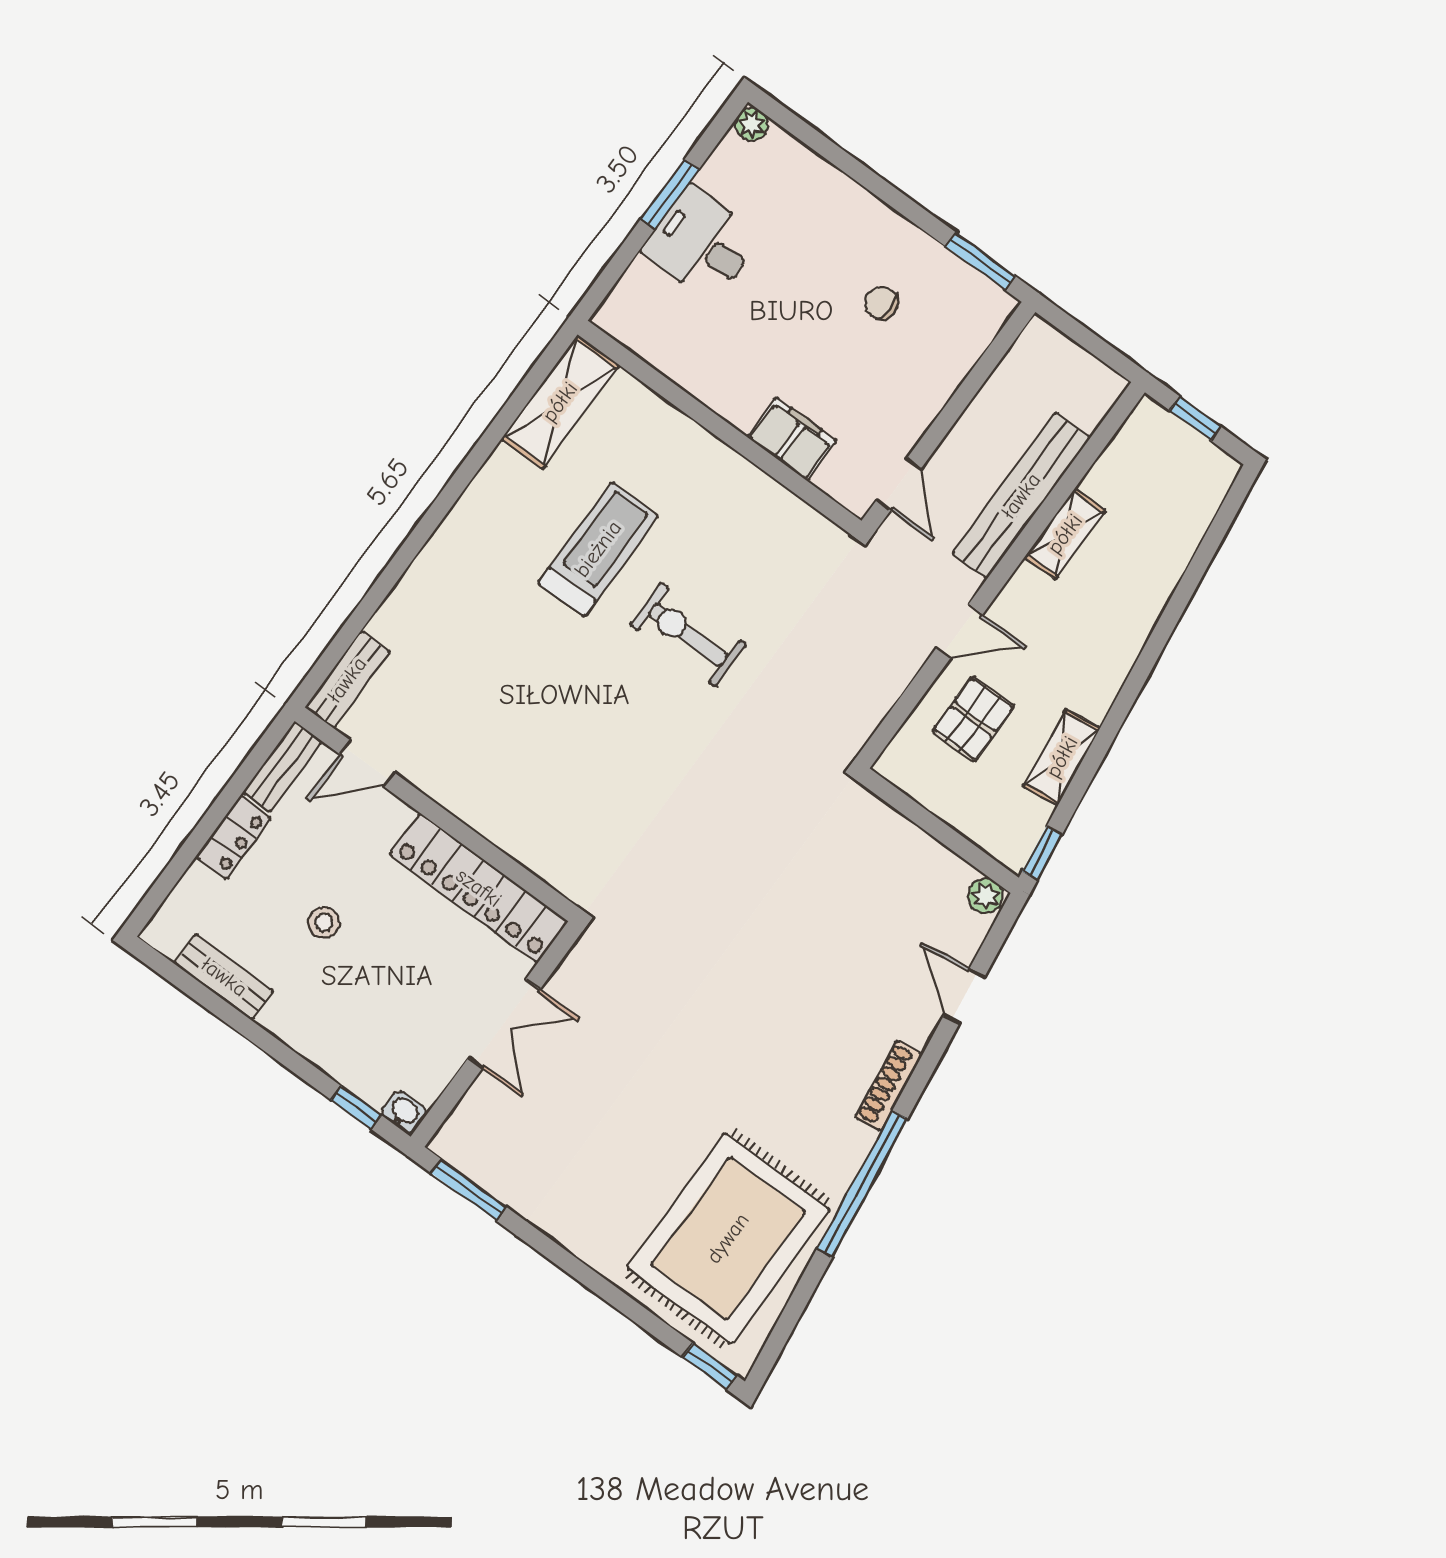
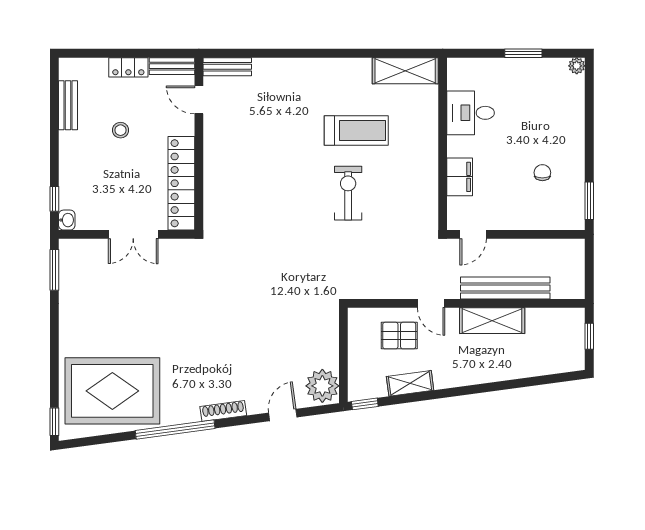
desk: (702, 244) -> (471, 113), moved, turned -90
shelving: (1065, 534) -> (492, 321), width x1.50, depth x1.33
plant: (985, 896) -> (322, 386), width x1.88, depth x1.88

